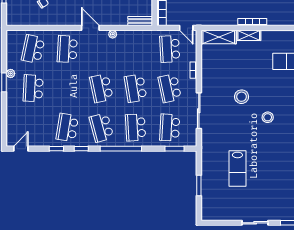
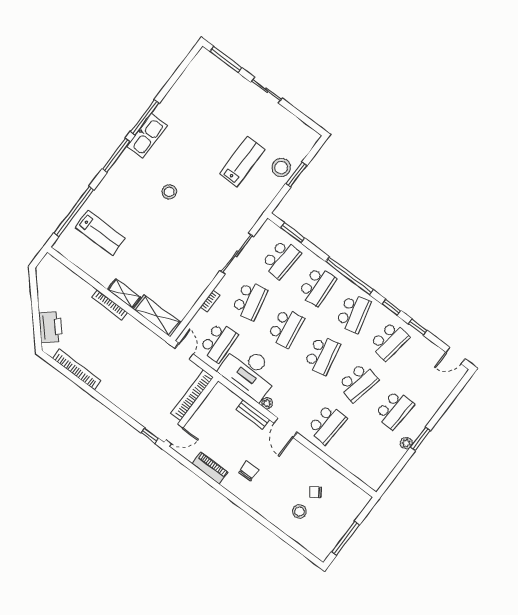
bench: (140, 21) -> (253, 415), moved
desk: (138, 45) -> (249, 372), added
school desk: (33, 49) -> (358, 382), moved
stool: (242, 97) -> (281, 168), moved

